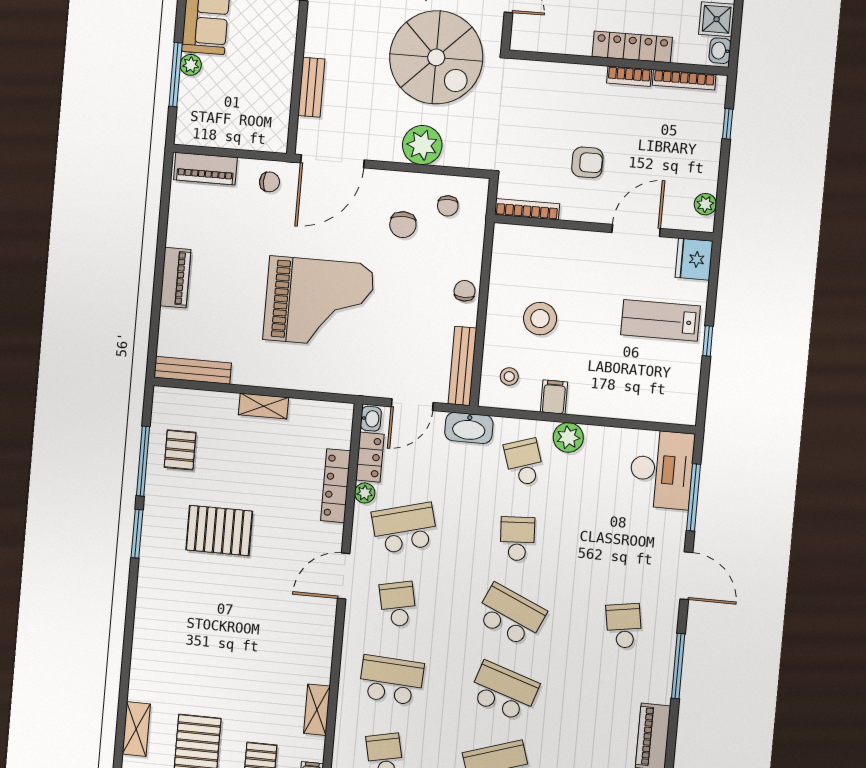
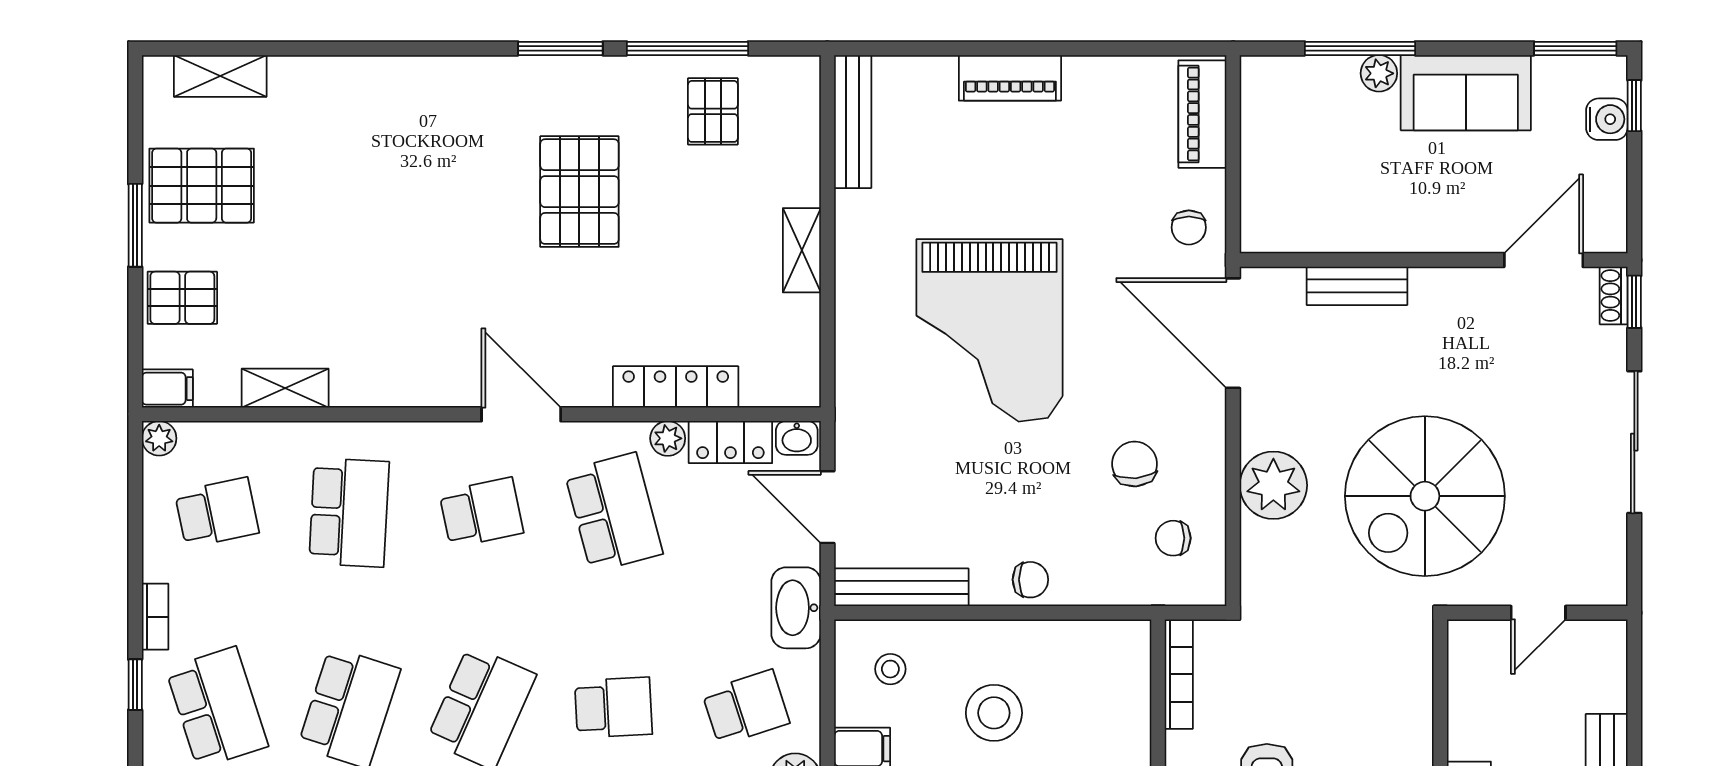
chair: (403, 225) -> (1135, 464), turned 85
pallet: (180, 450) -> (713, 111), turned 90

